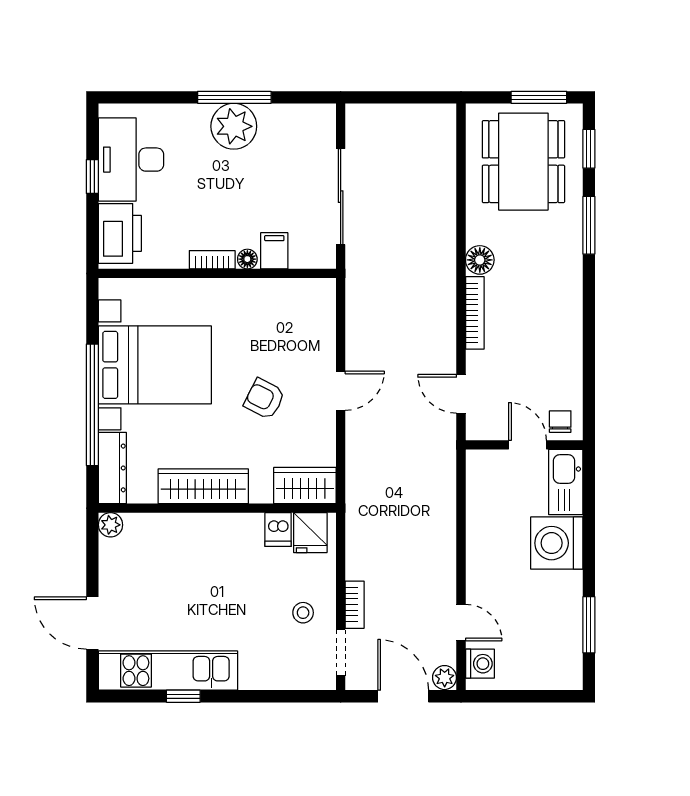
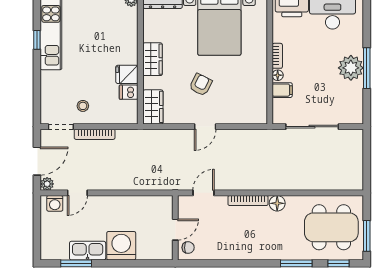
door: (341, 391) -> (205, 127), hinge flipped
kitchen sink: (566, 482) -> (88, 251), moved
wardrobe: (203, 486) -> (153, 59), width x0.67
fridge: (310, 533) -> (127, 74), moved
bookcase: (355, 605) -> (95, 134), width x1.56

